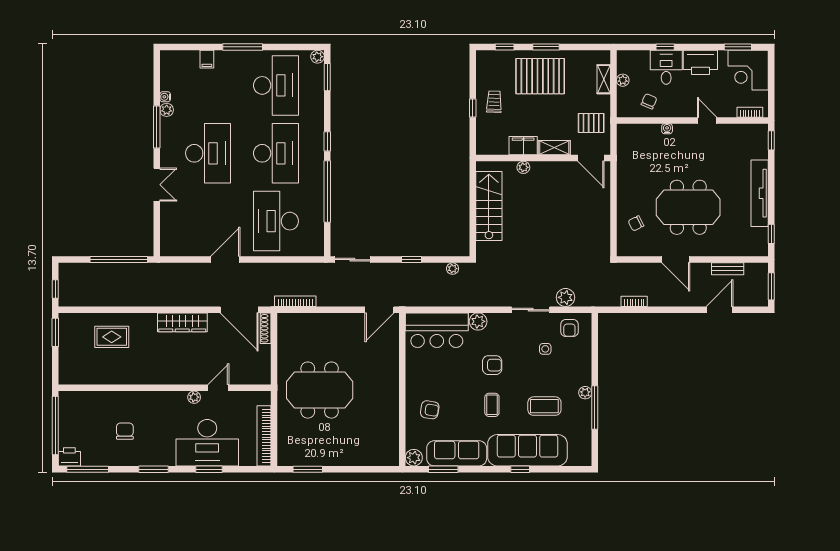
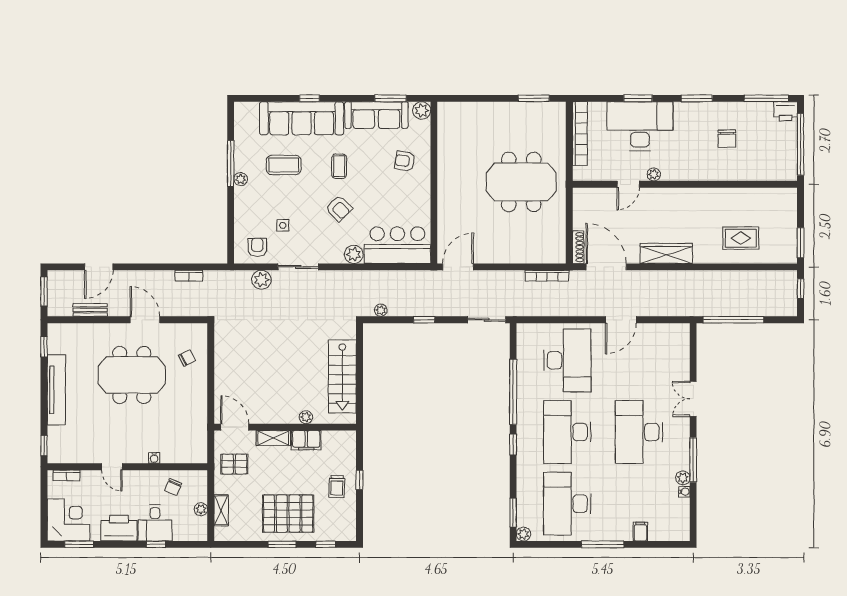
armchair: (492, 365) -> (339, 208), turned -134

